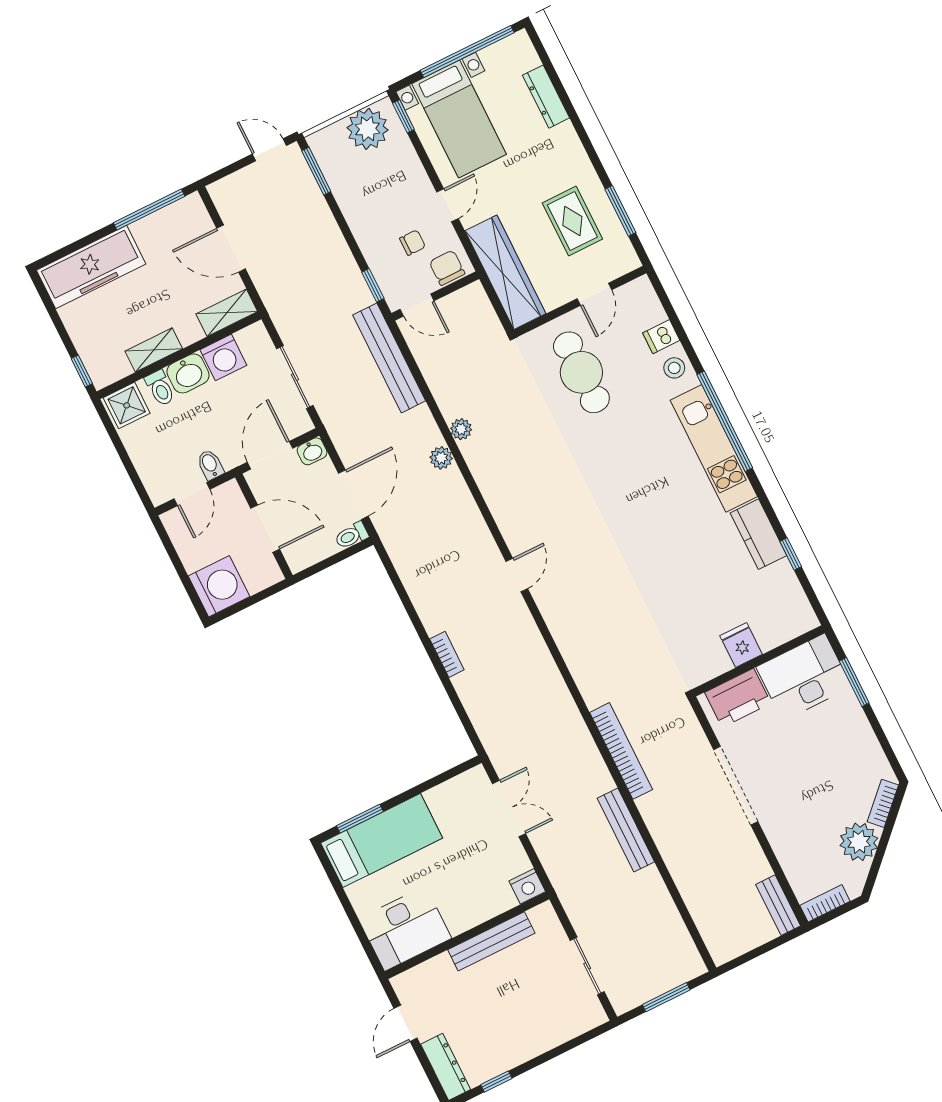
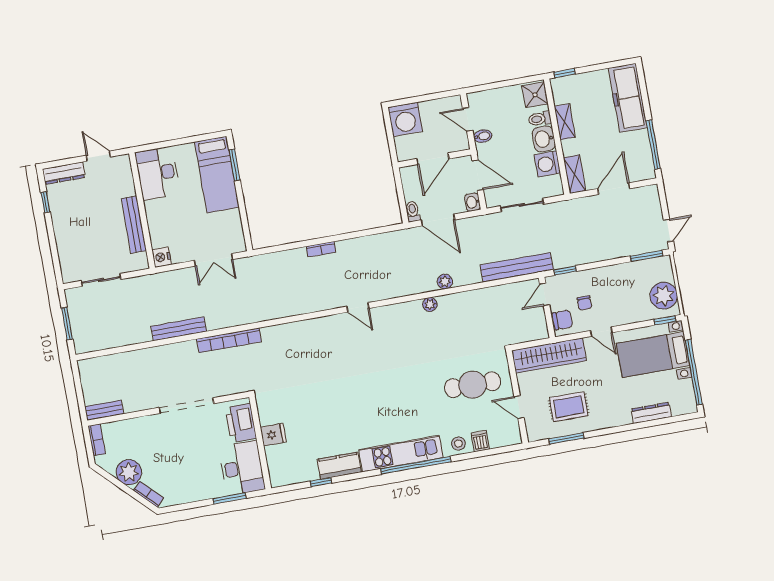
plant: (461, 429) -> (430, 304), moved

